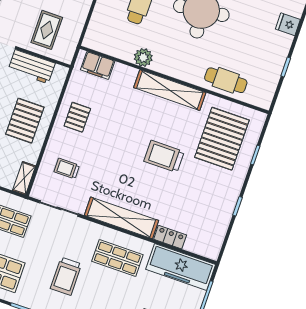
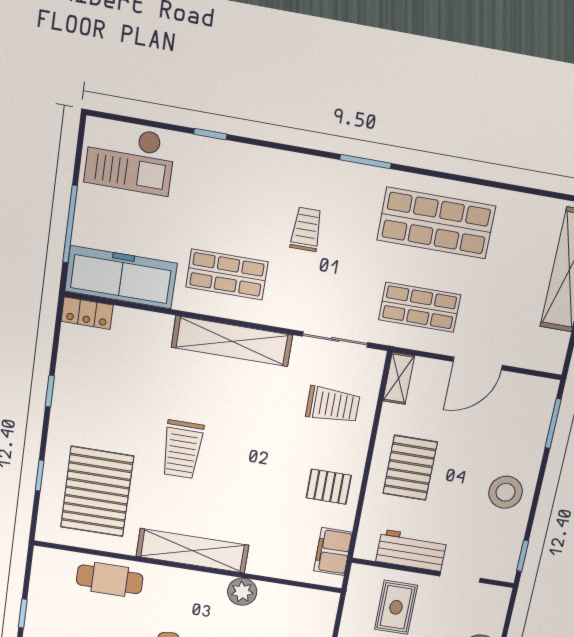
filing cabinet: (98, 65) -> (333, 552), moved, turned -90
pallet: (77, 117) -> (329, 487), turned 90
trolley: (164, 156) -> (182, 449), turned 90
trolley: (67, 169) -> (333, 405), width x1.36, depth x1.39
locker: (170, 237) -> (87, 313), moved
trolley: (66, 276) -> (306, 229), width x0.73, depth x0.72

